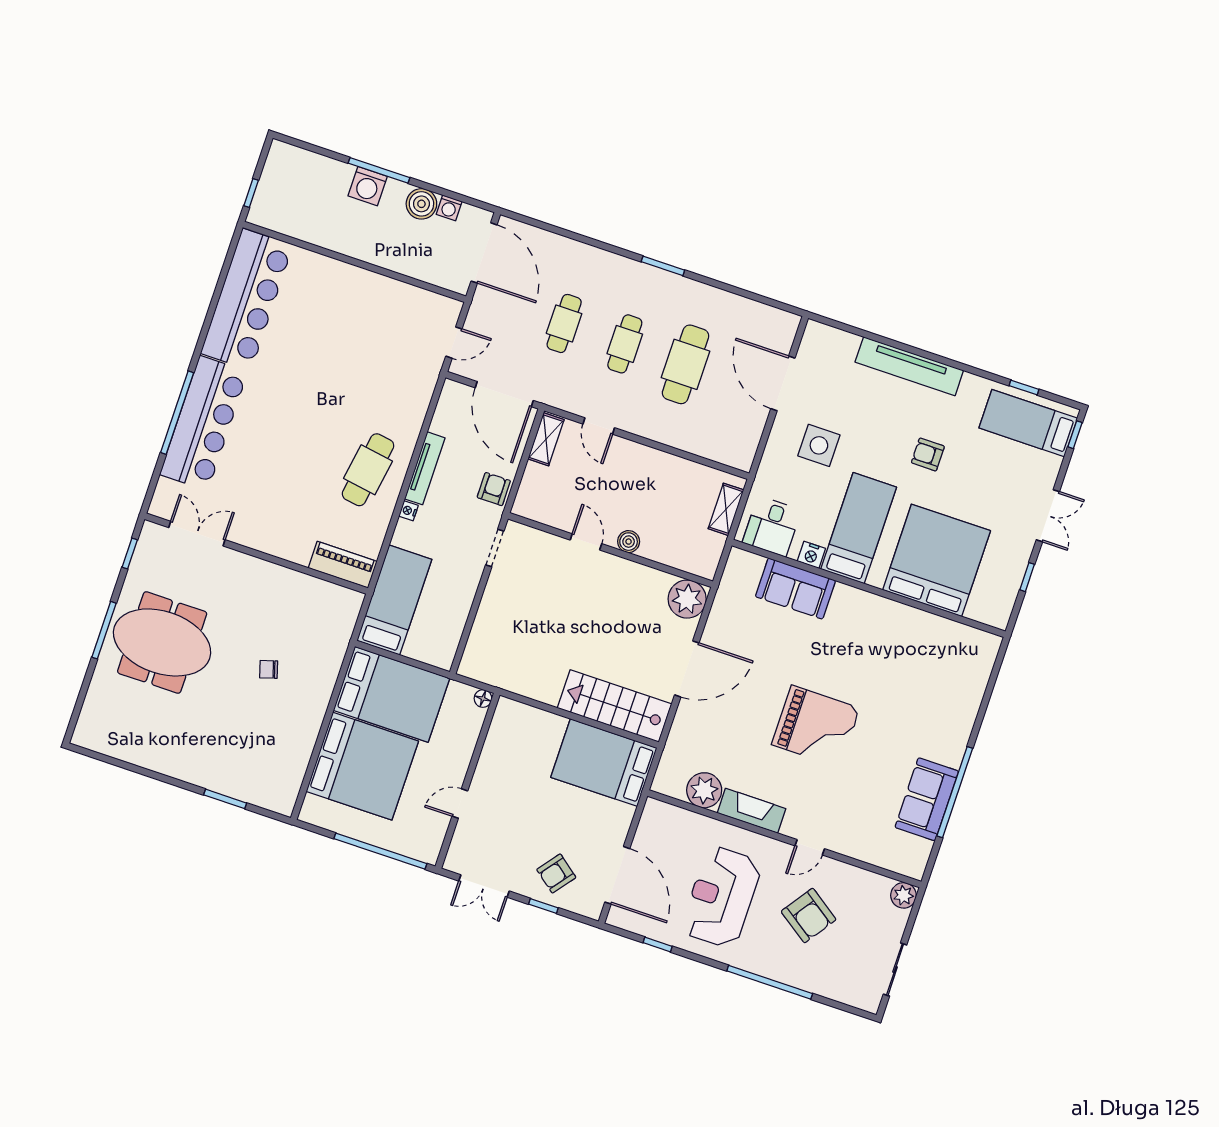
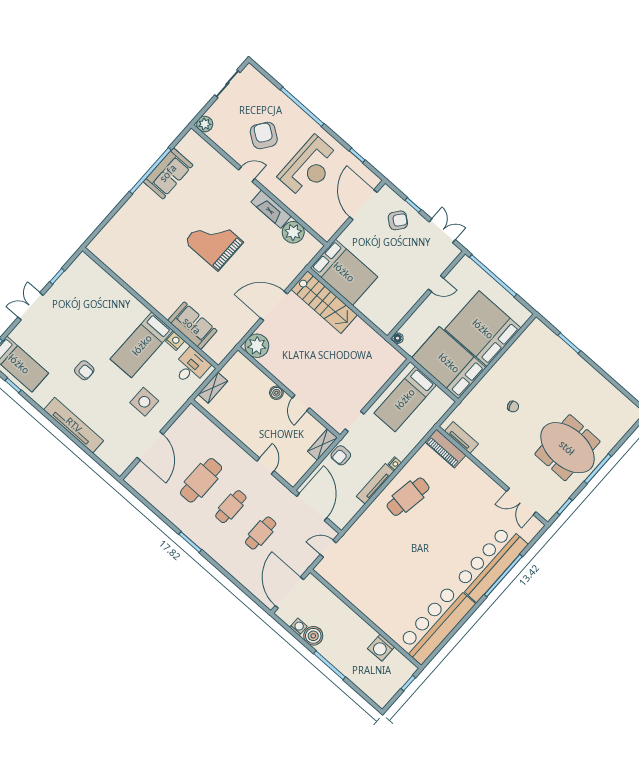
washing machine: (368, 186) -> (381, 648), moved, turned 180
shelving: (546, 439) -> (322, 445), moved
bed: (937, 560) -> (105, 308), removed
tv unit: (326, 591) -> (462, 438), added
bed: (394, 600) -> (405, 399), moved

